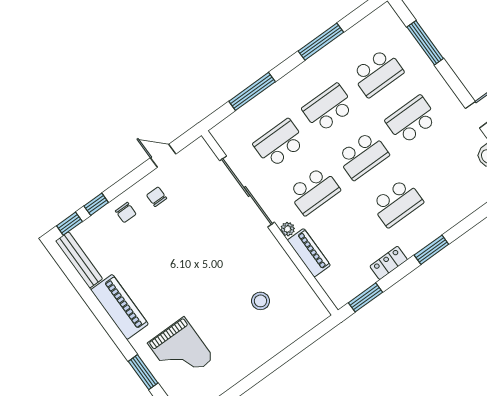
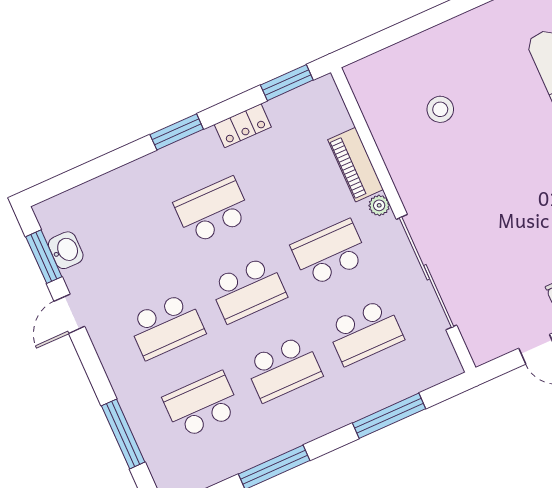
school desk: (363, 155) -> (248, 289), turned 180

